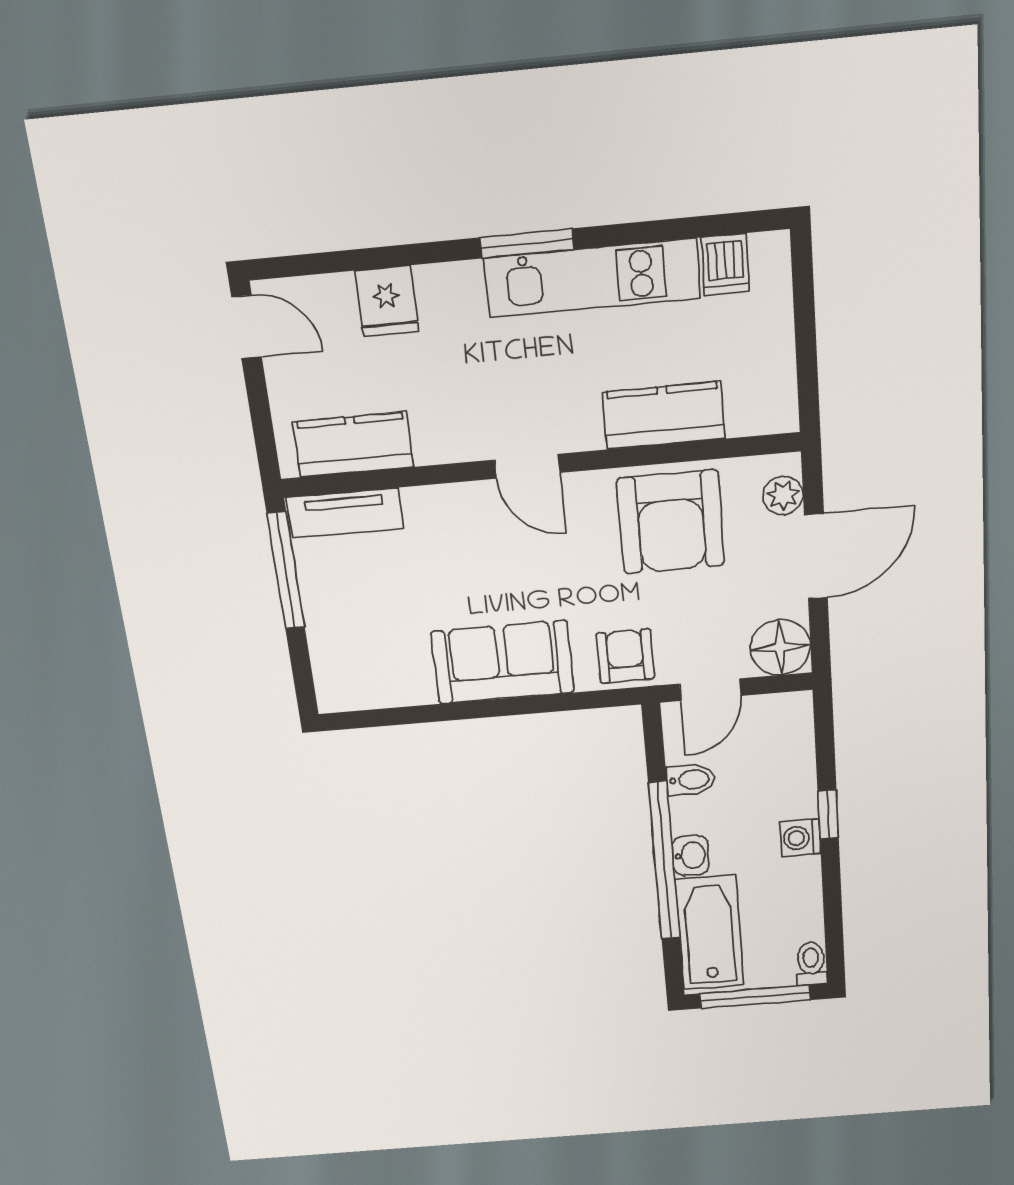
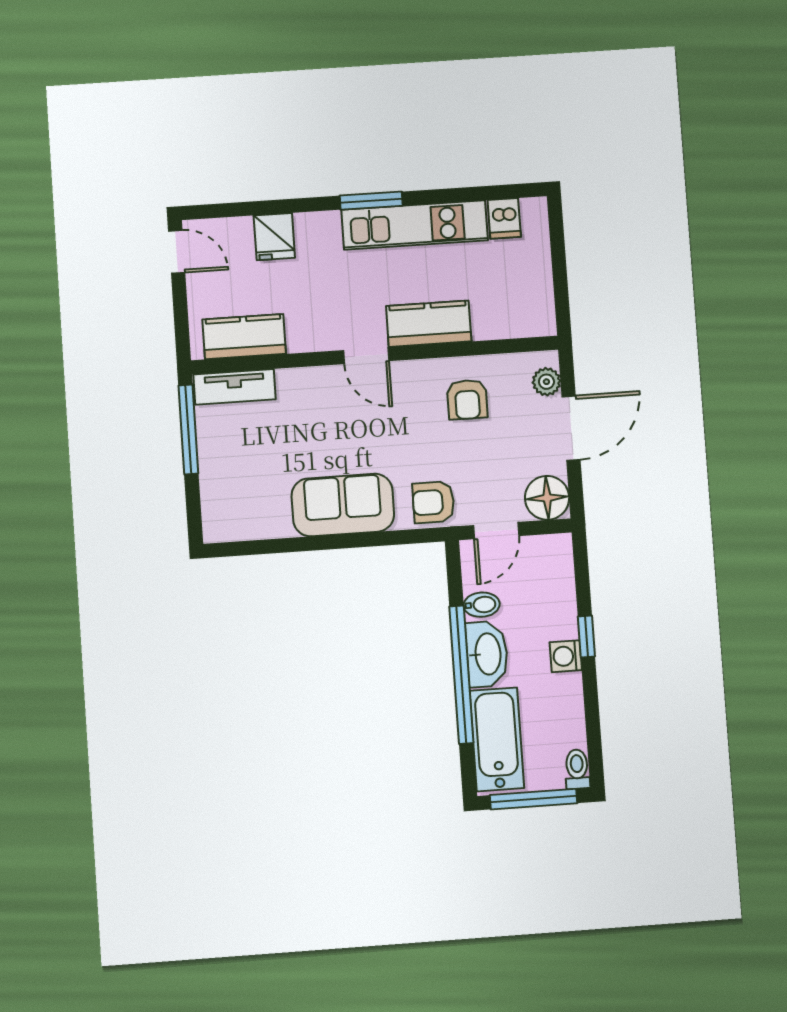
kitchen counter: (664, 415) -> (429, 324), moved
armchair: (671, 522) -> (467, 399), width x0.53, depth x0.53
armchair: (625, 656) -> (433, 502), turned -90
washbasin: (691, 856) -> (487, 654), width x1.91, depth x1.45

